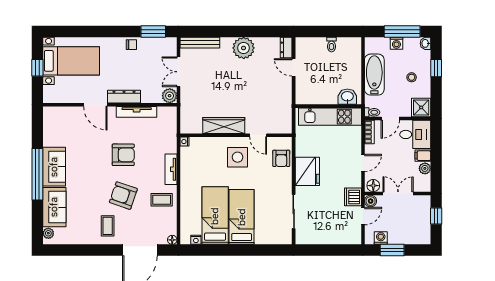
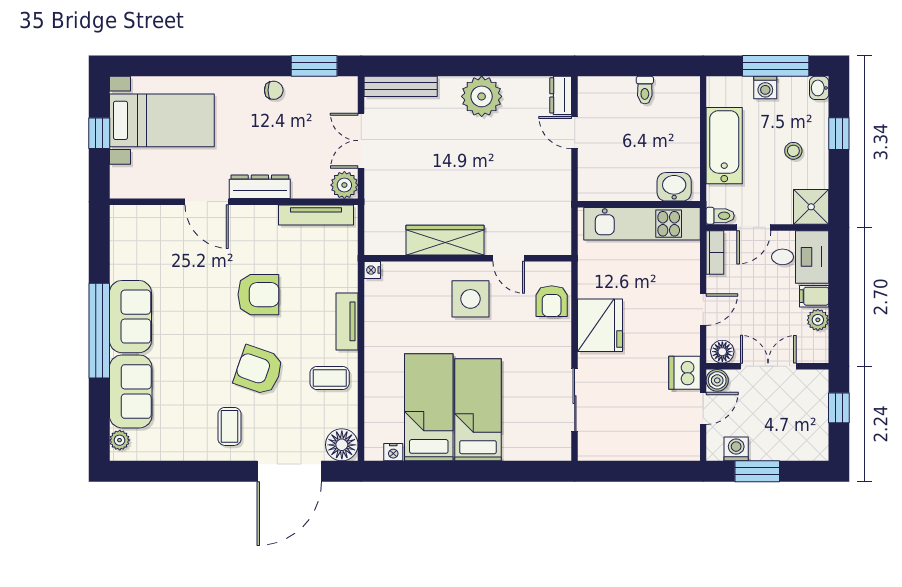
tv unit: (137, 112) -> (316, 215), moved
floor lamp: (172, 240) -> (342, 445), width x1.89, depth x1.89

